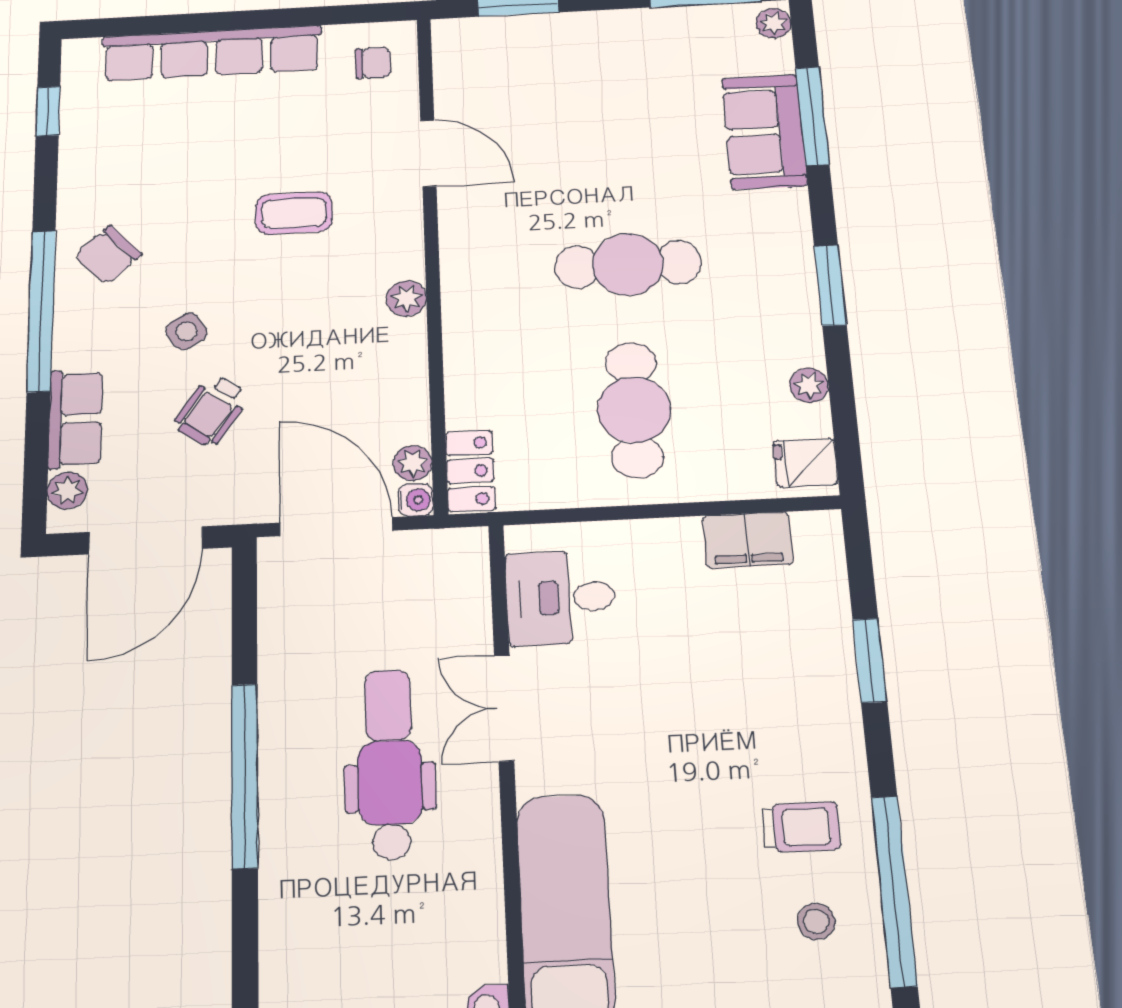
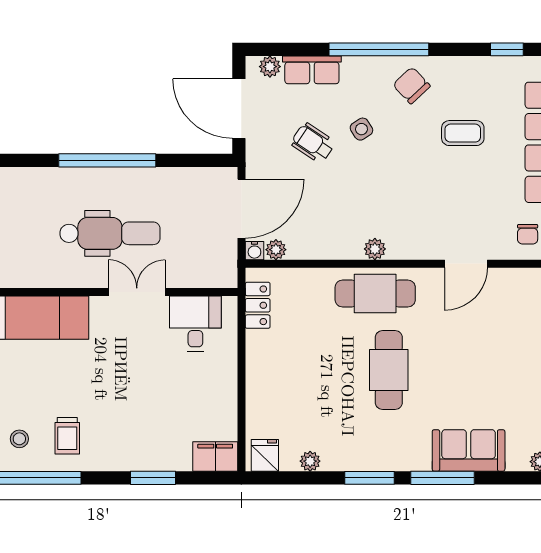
window: (812, 116) -> (442, 478), moved
coffee table: (294, 213) -> (463, 133), moved, turned 90
cafe table: (634, 410) -> (375, 294), moved
locker: (470, 471) -> (258, 305), moved, turned -90
filing cabinet: (748, 540) -> (215, 457), moved, turned 90

